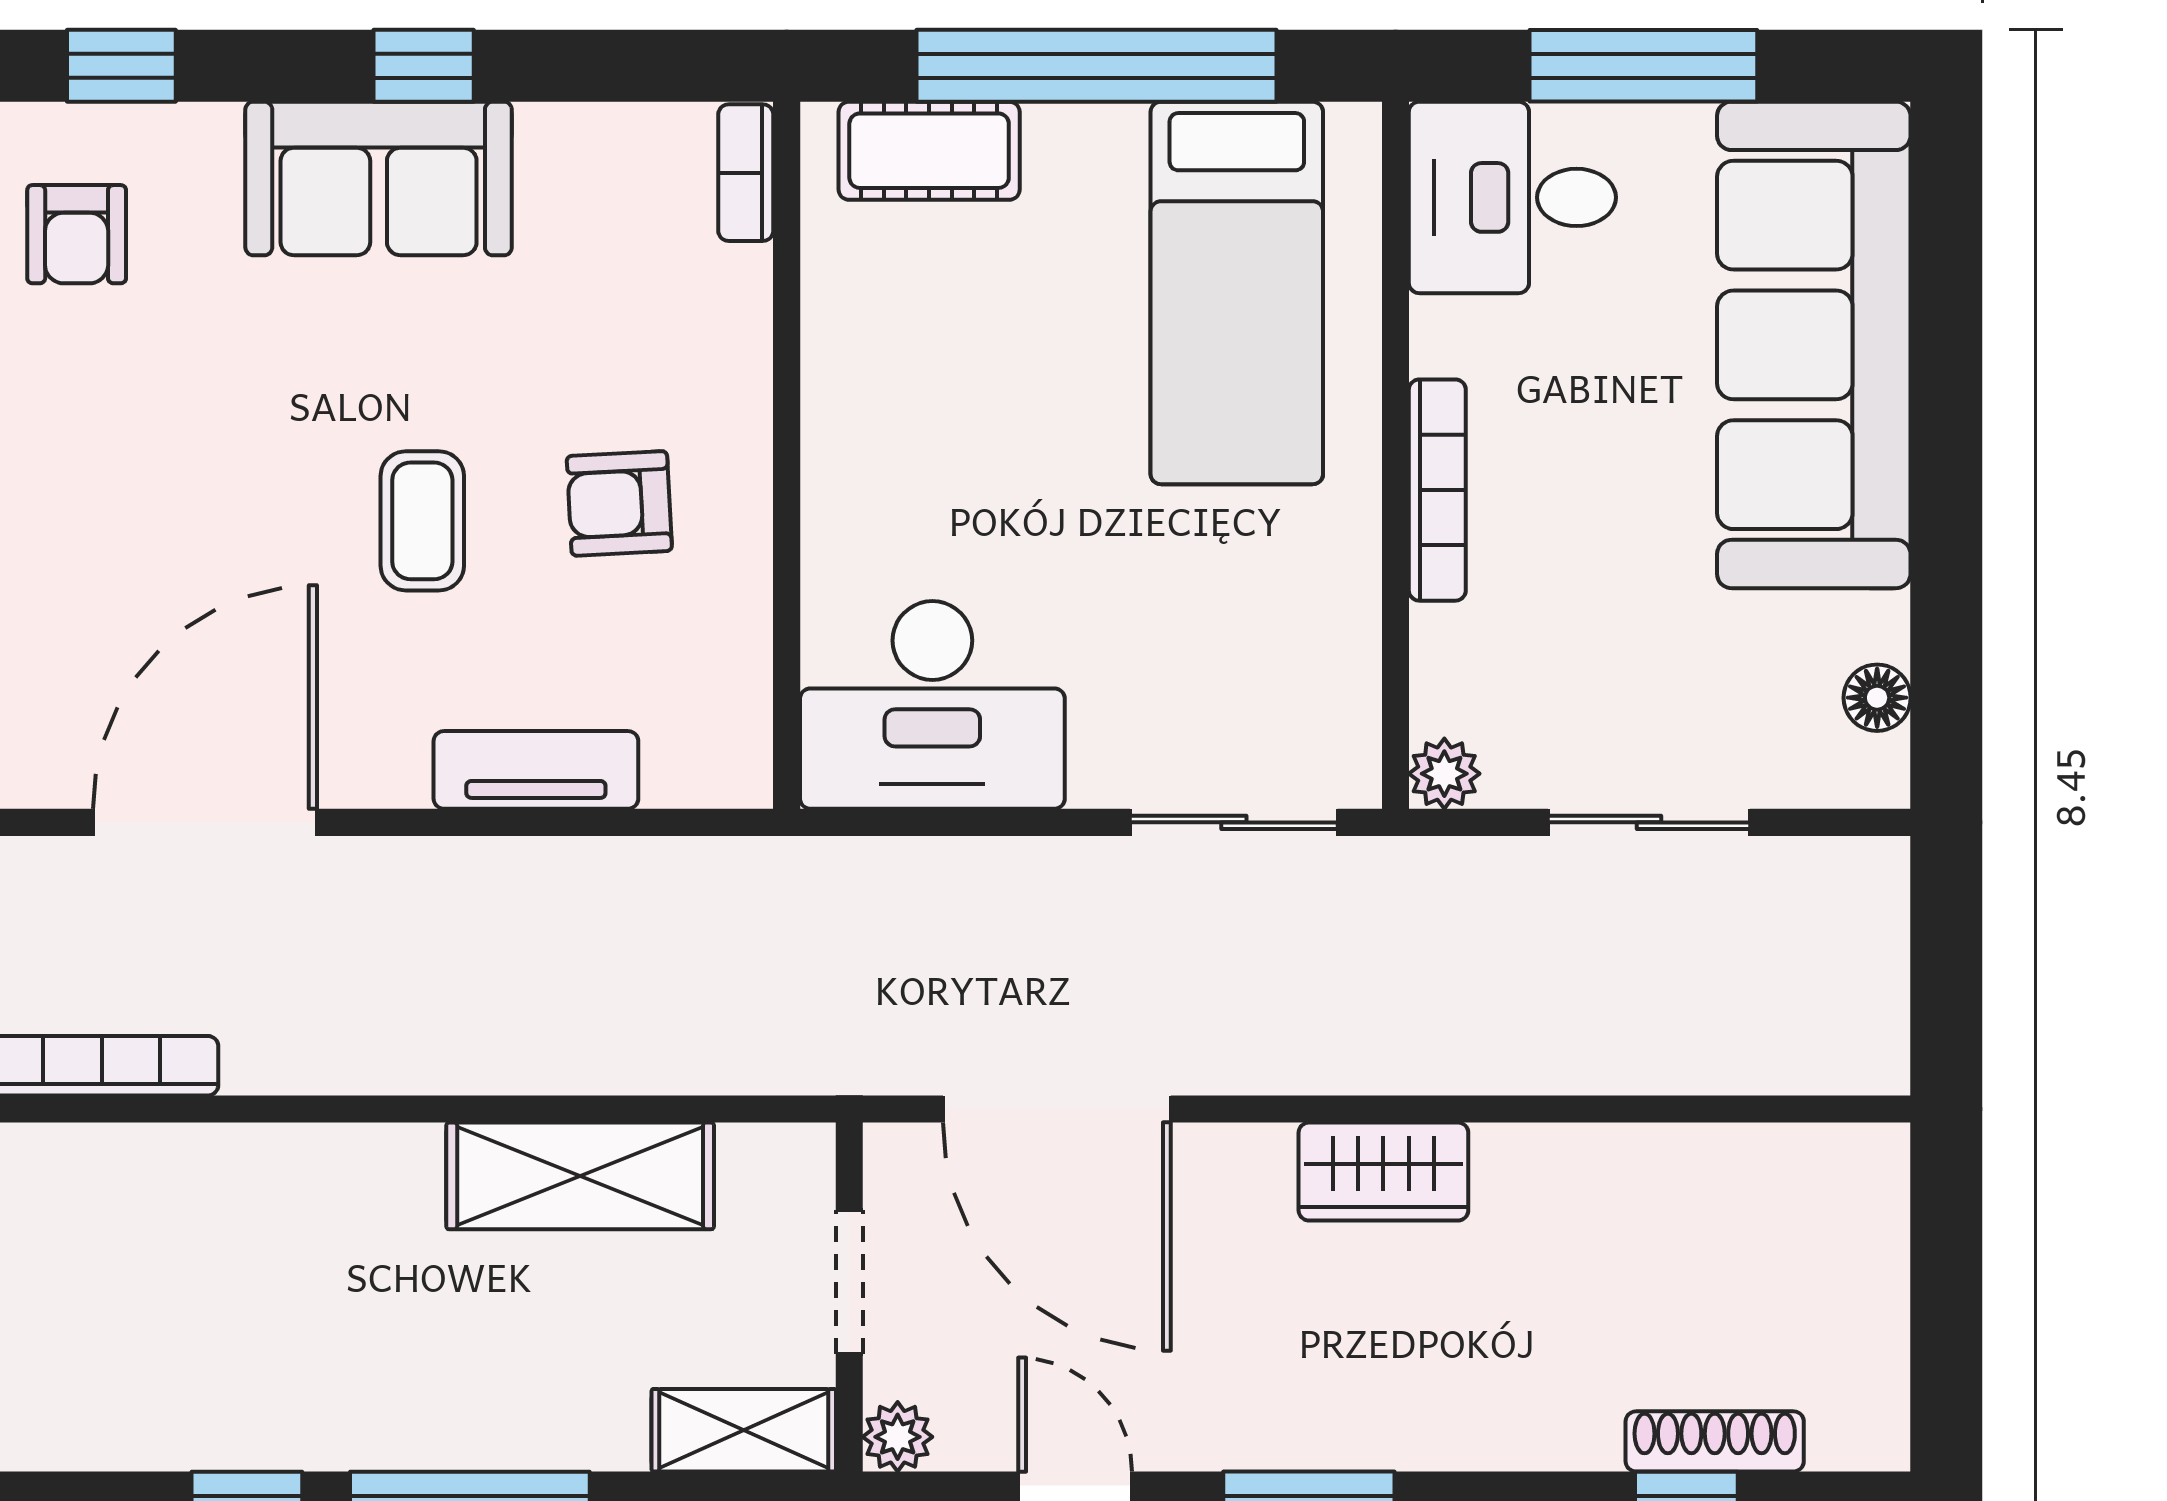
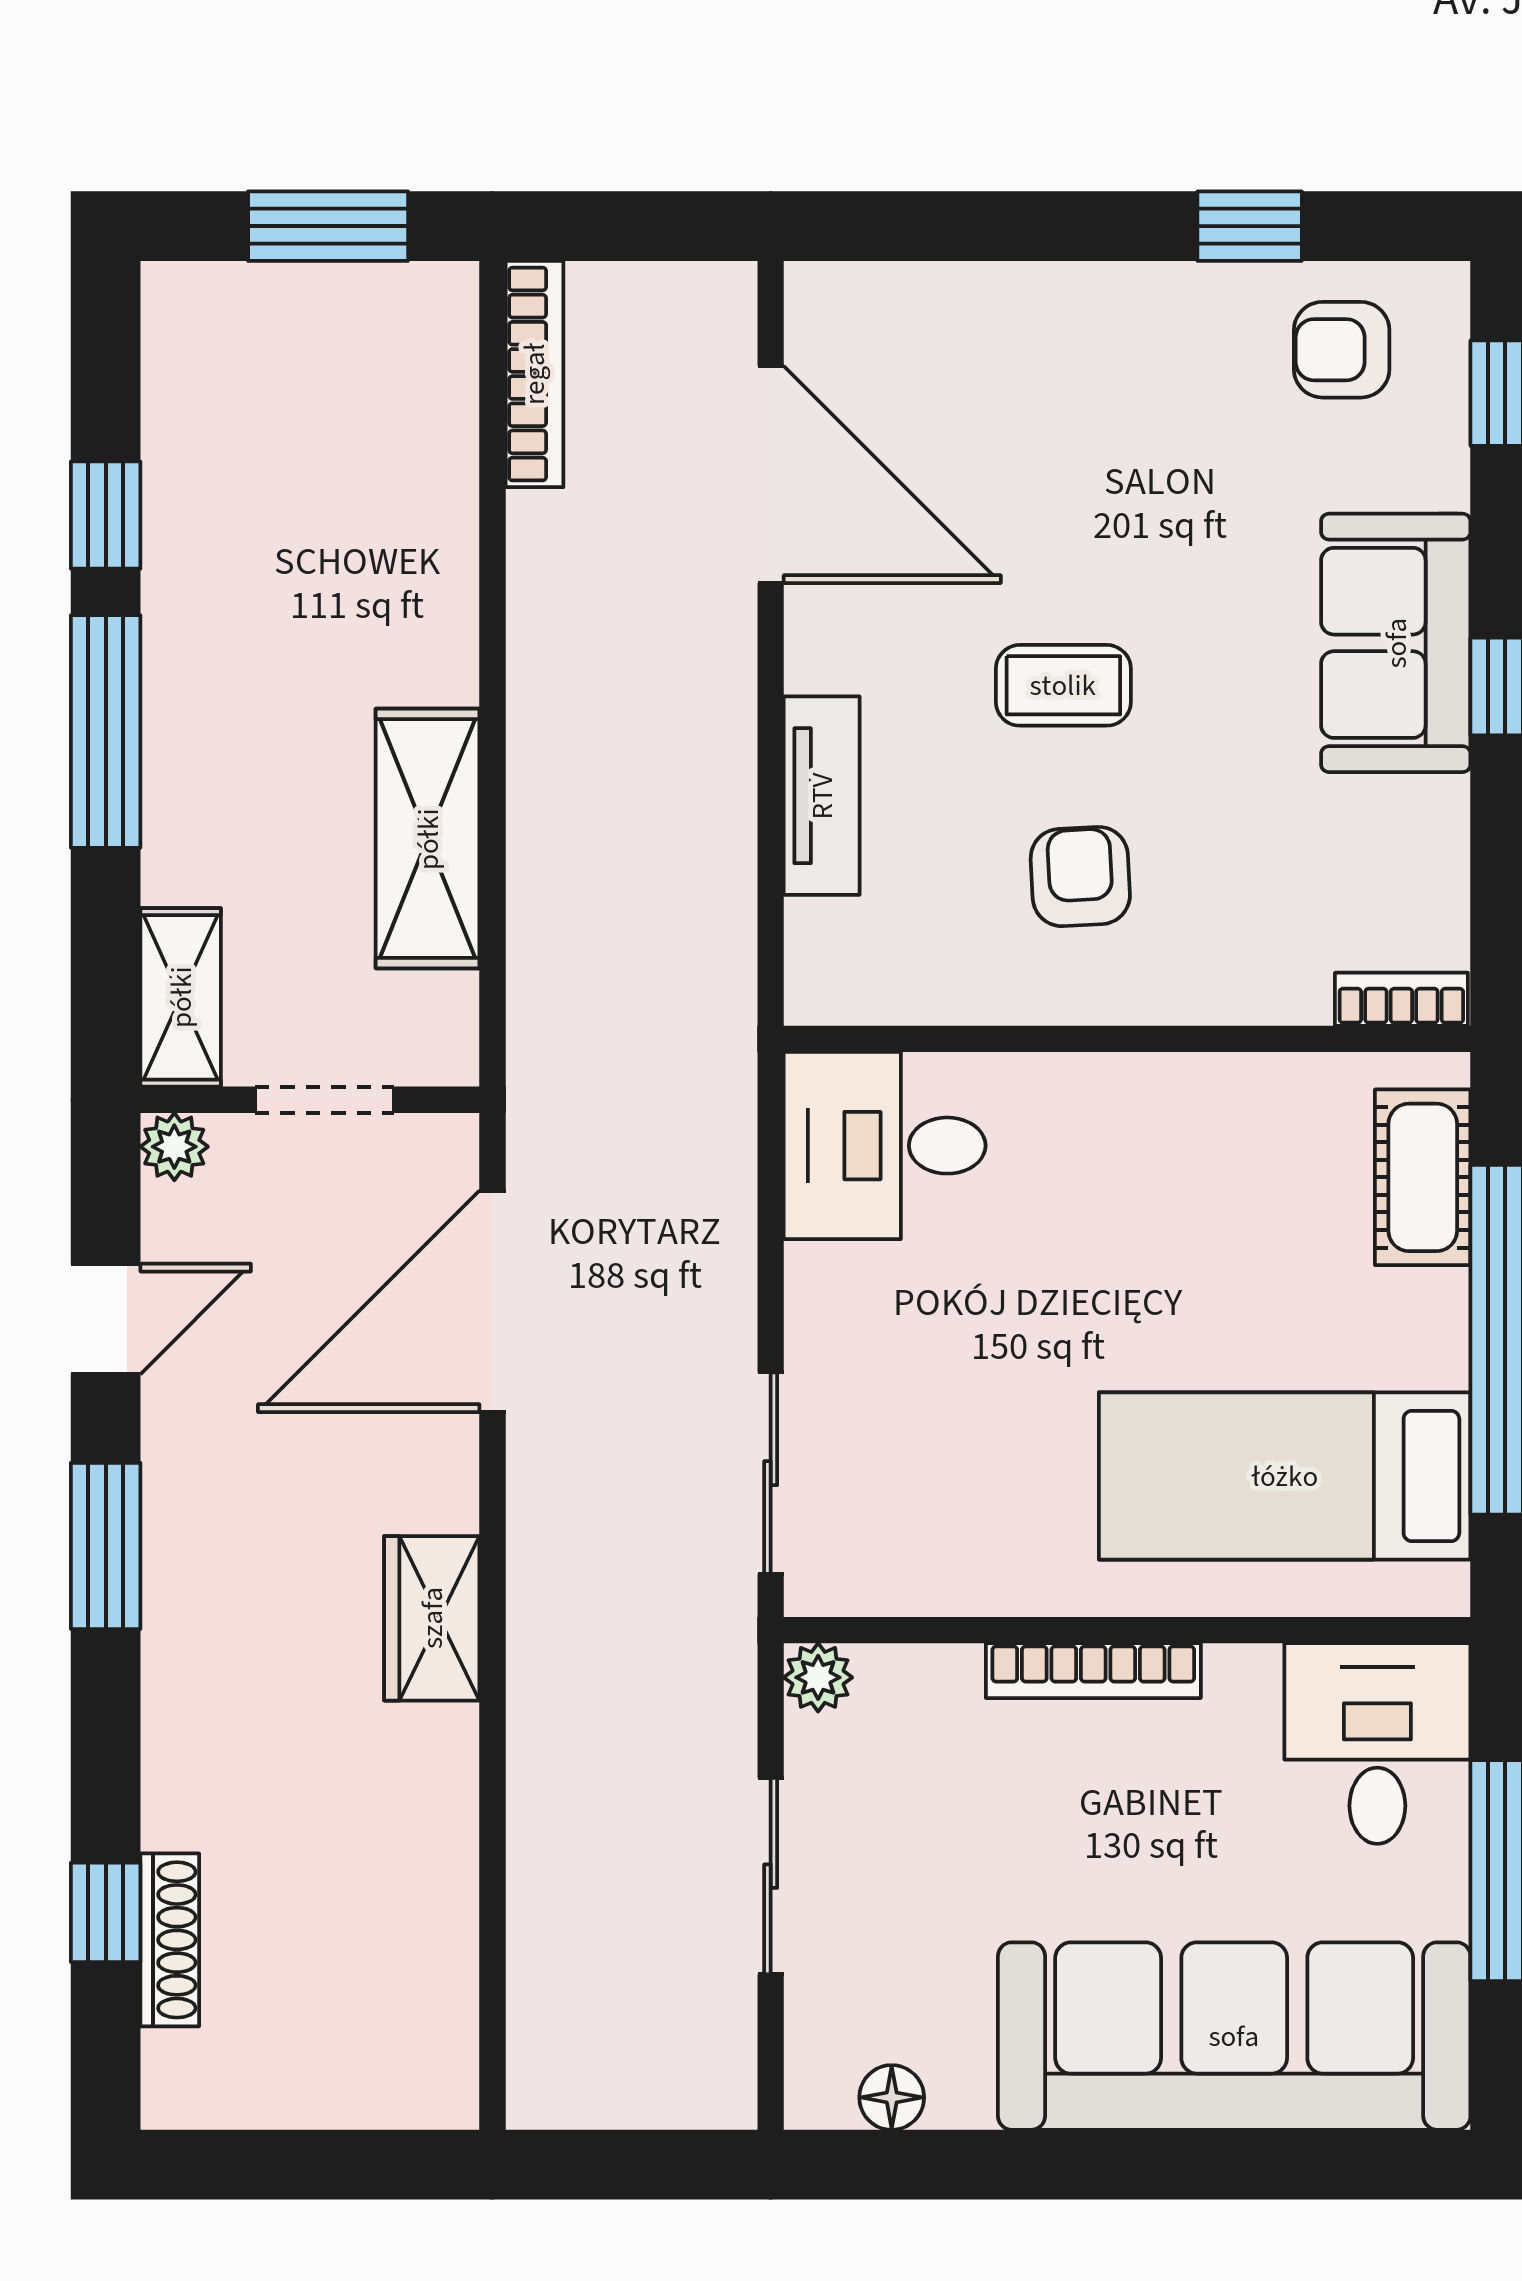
desk: (932, 705) -> (885, 1146), width x0.73

